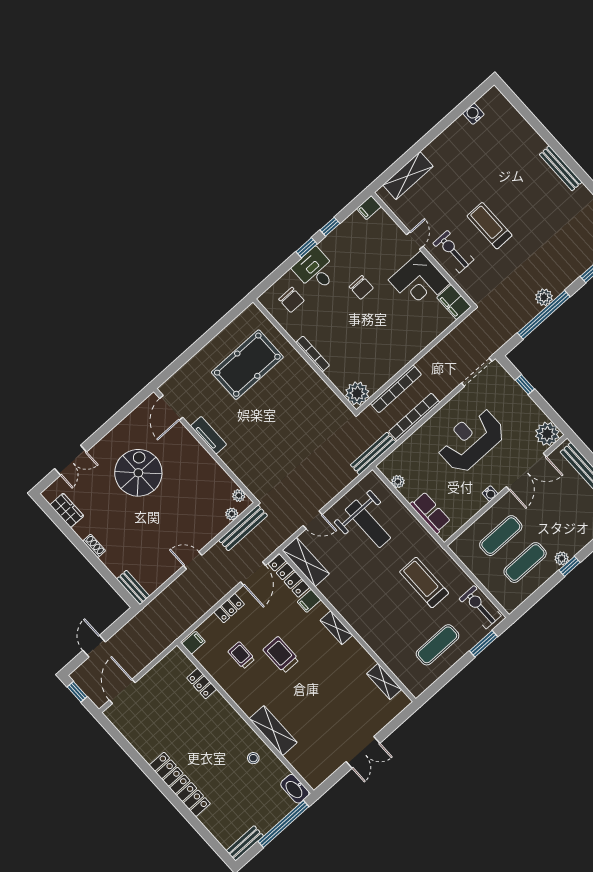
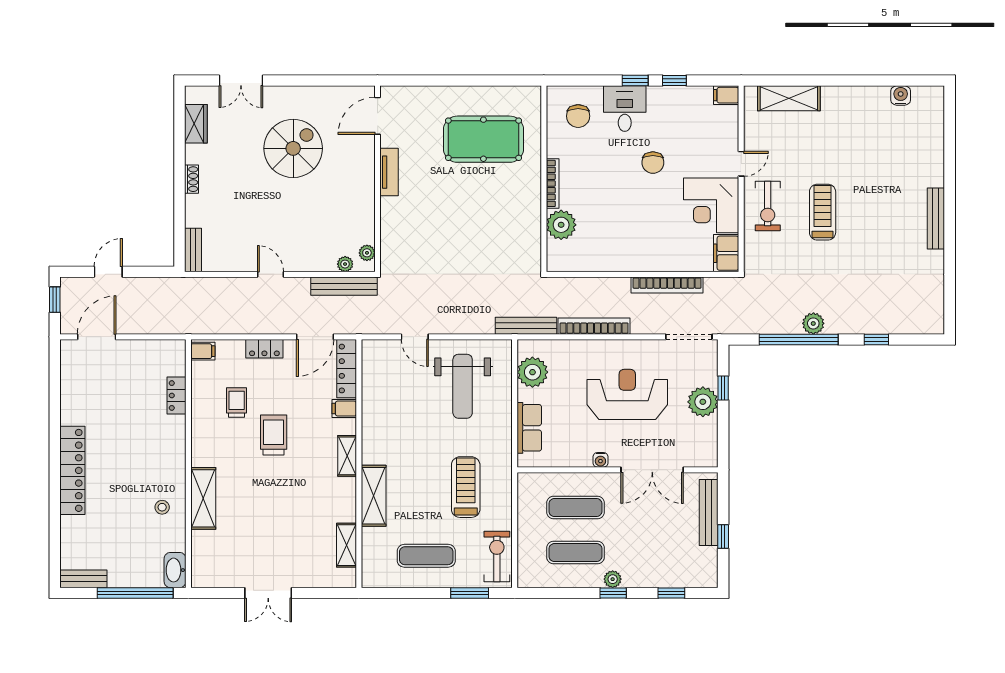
exercise bike: (453, 252) -> (768, 206), turned 180
bookcase: (396, 389) -> (667, 285), moved
plant: (357, 393) -> (561, 225), moved
plant: (547, 434) -> (703, 402), moved
plant: (398, 482) -> (532, 372), width x1.87, depth x1.87
shelving: (306, 562) -> (374, 496), moved

